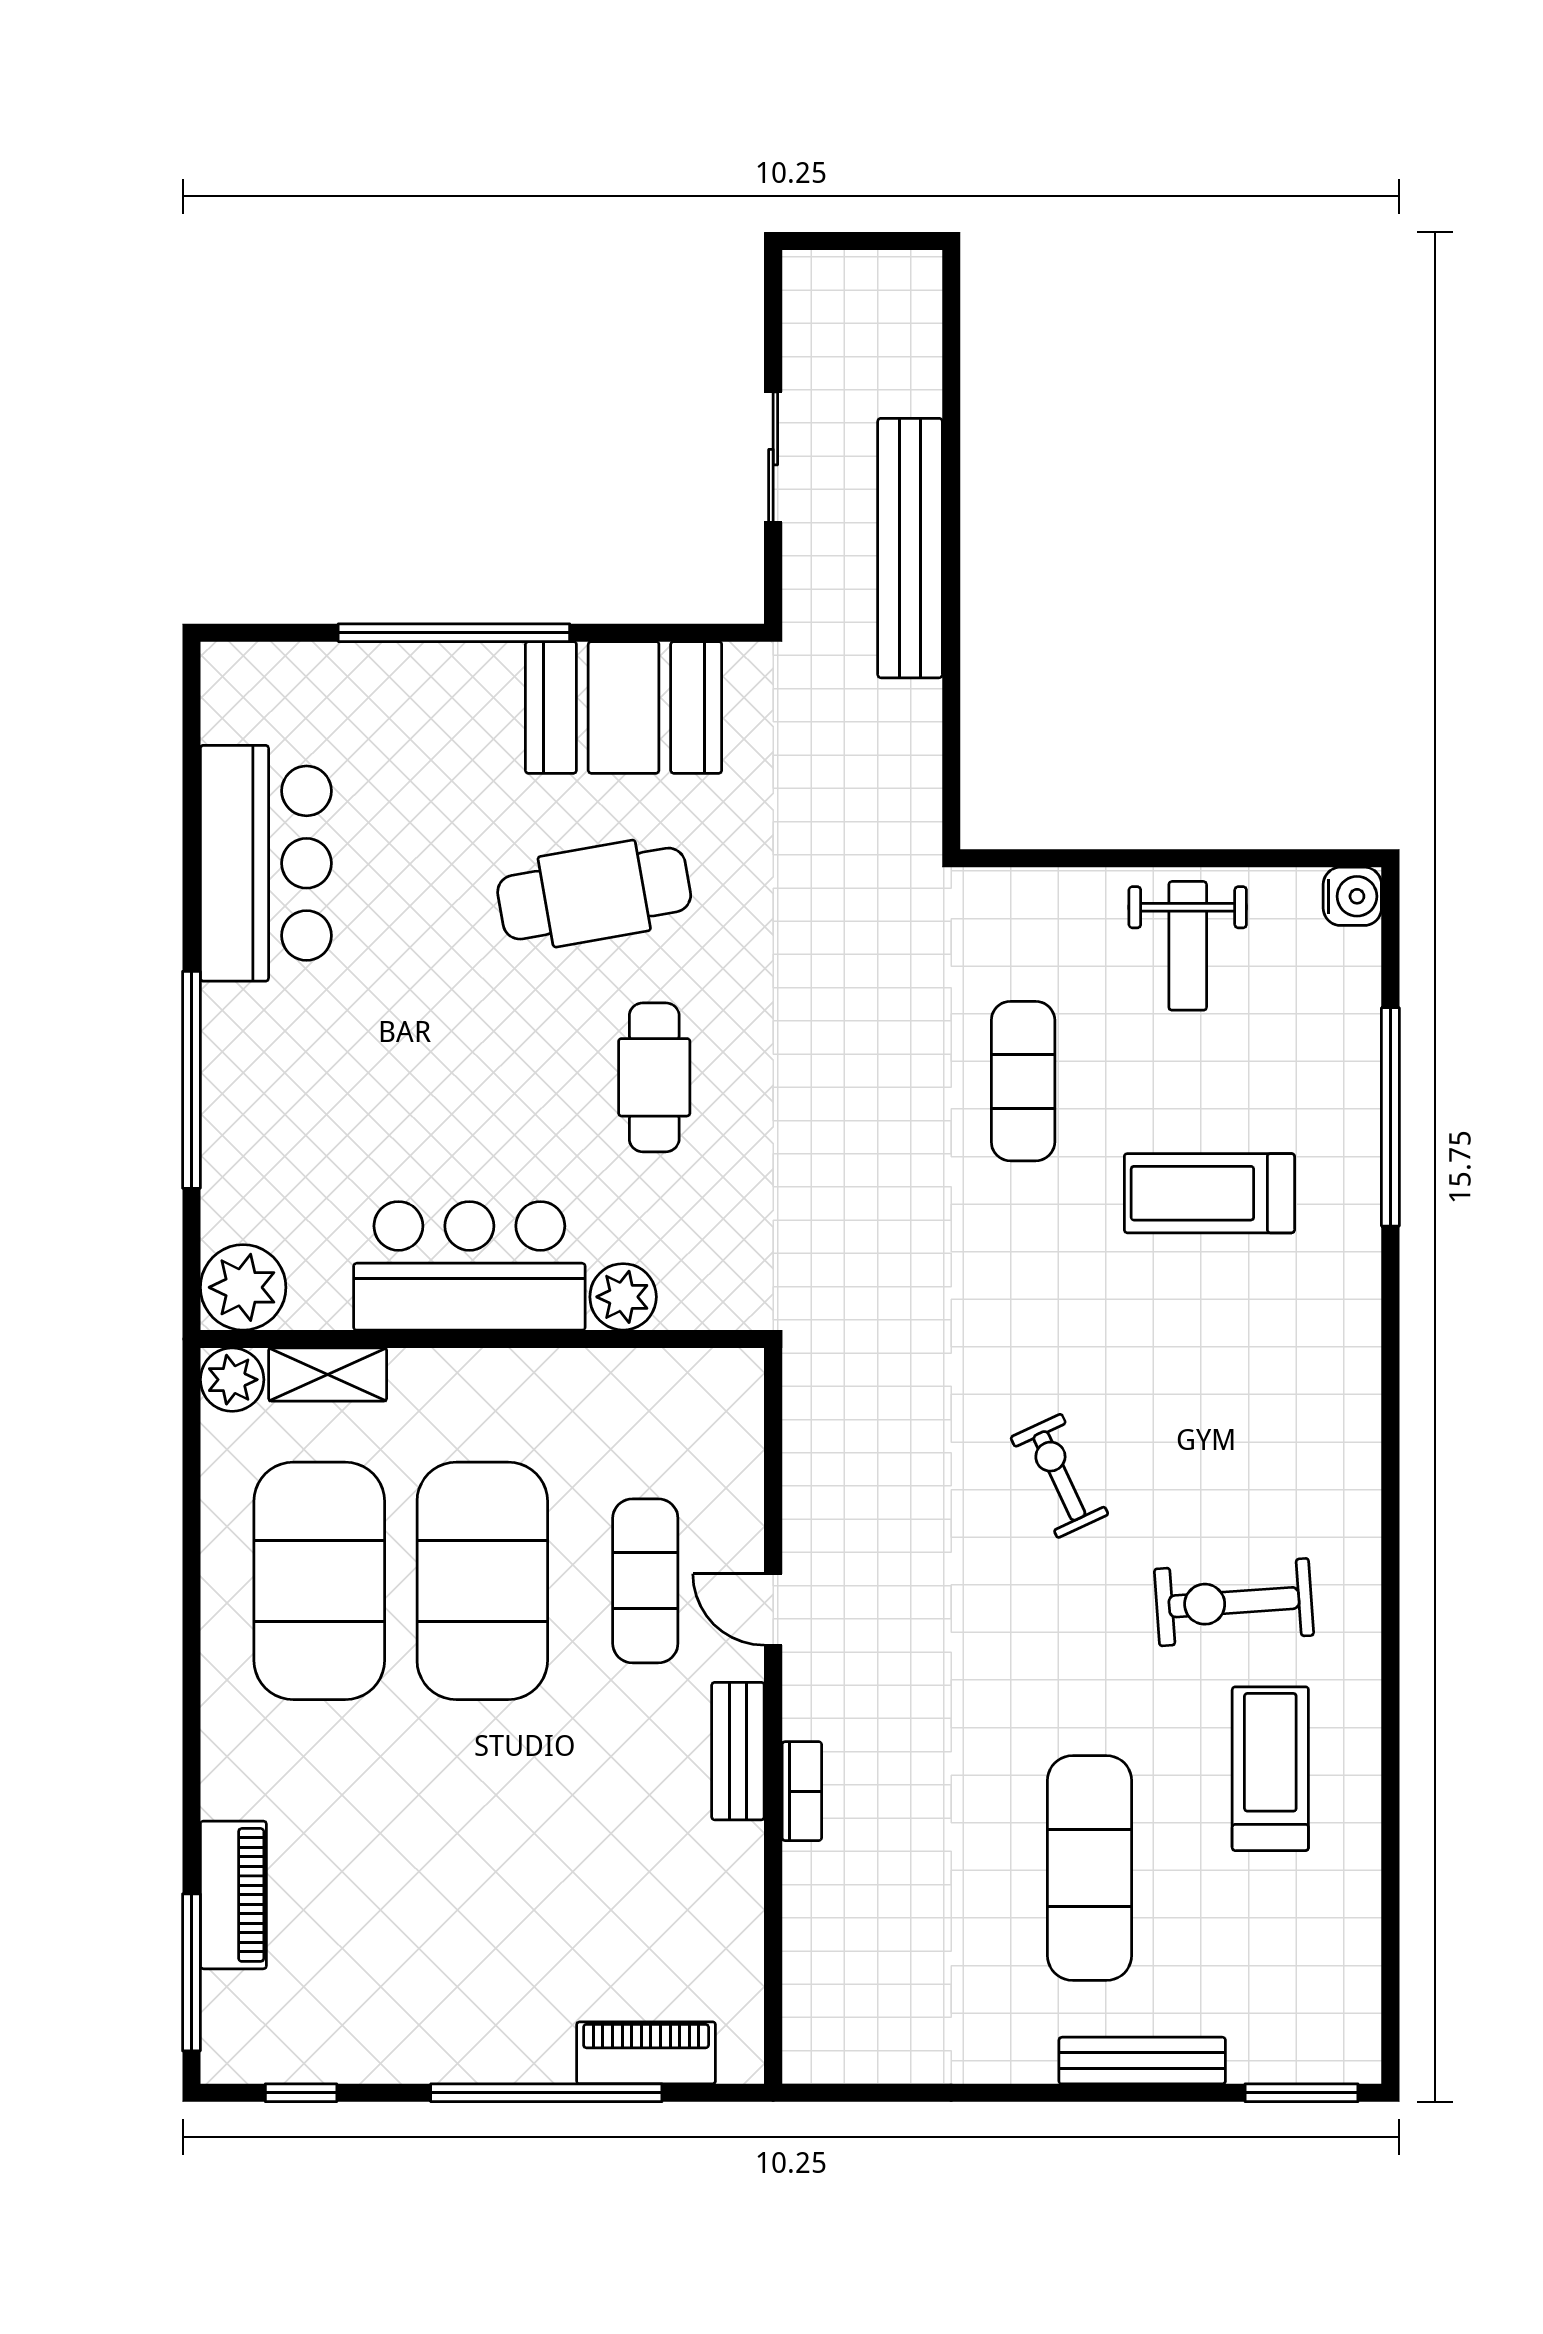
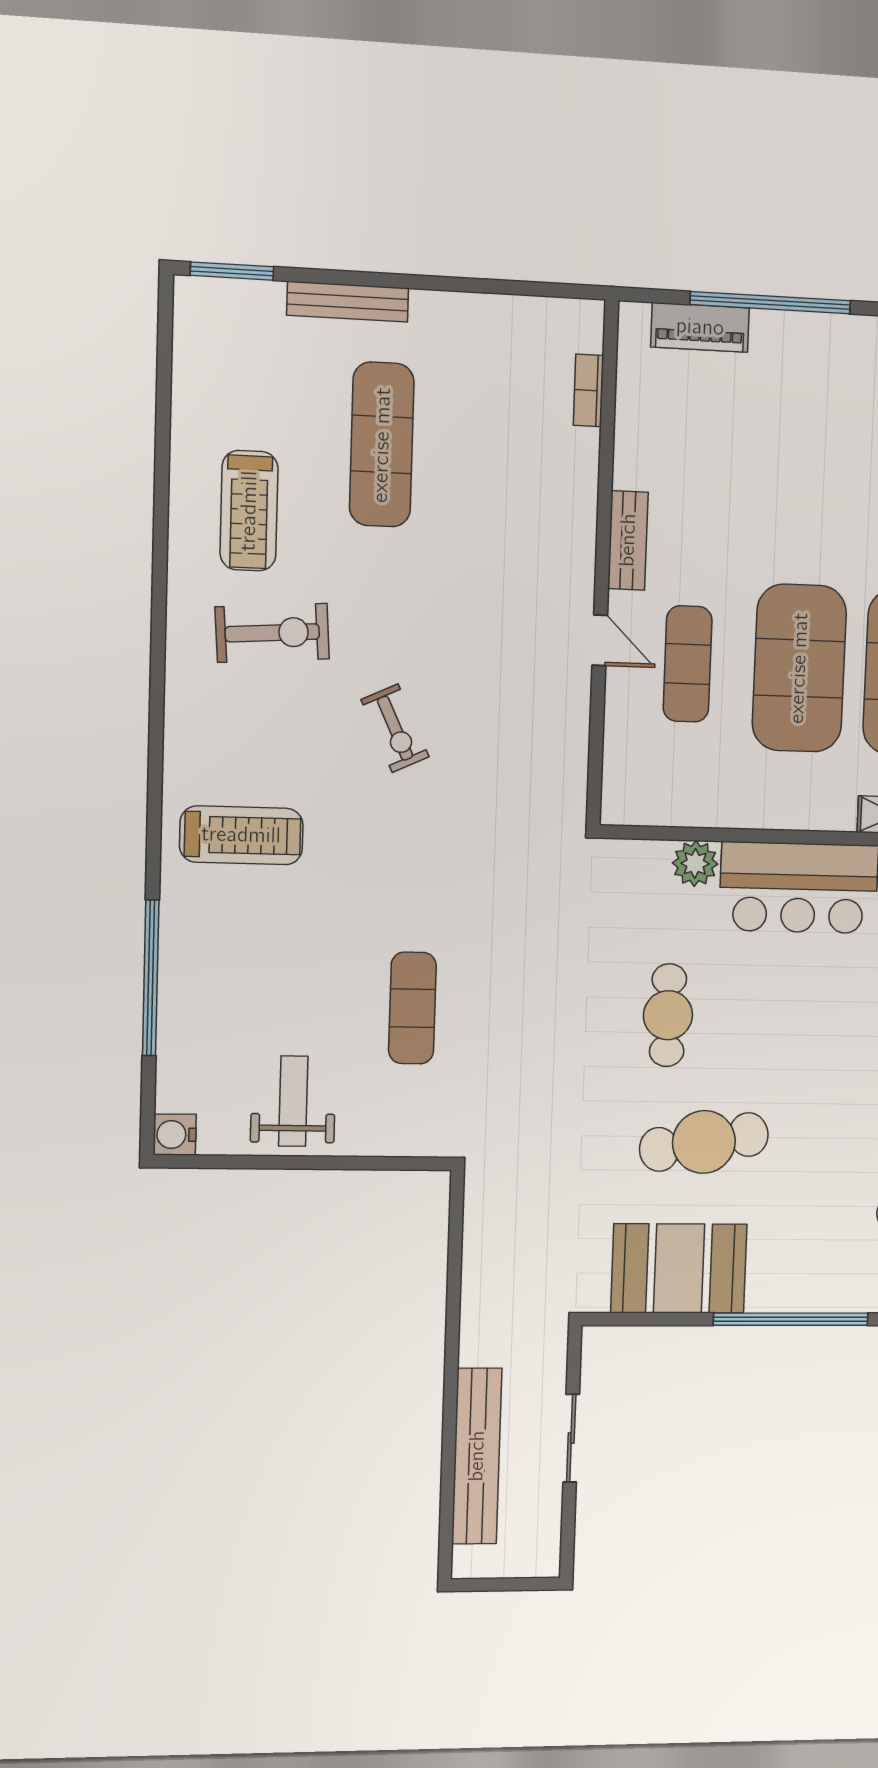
bench: (910, 548) -> (477, 1456), moved
treadmill: (1209, 1193) -> (241, 835), moved
bookcase: (802, 1791) -> (588, 390), moved

